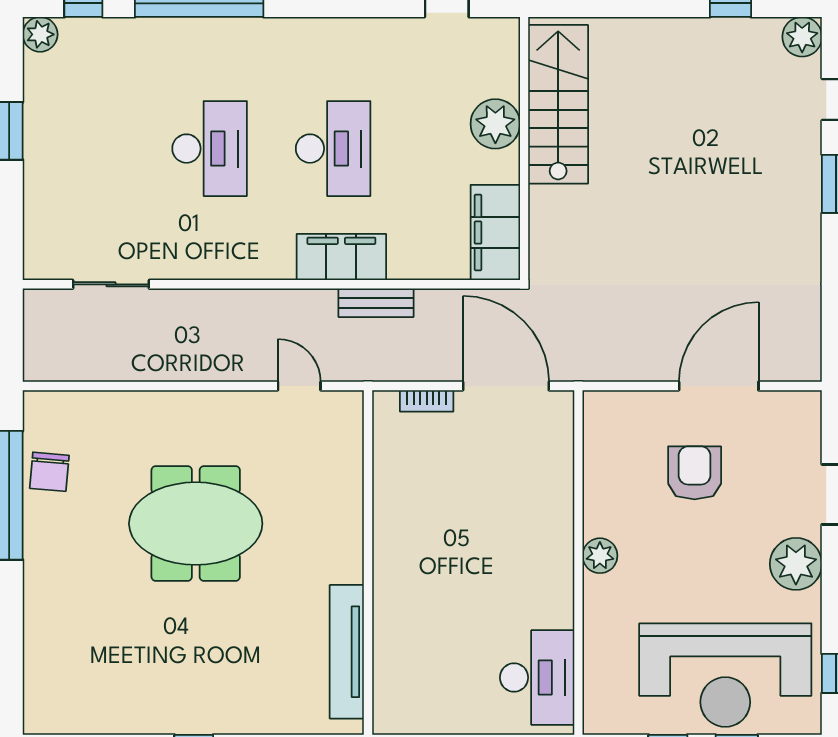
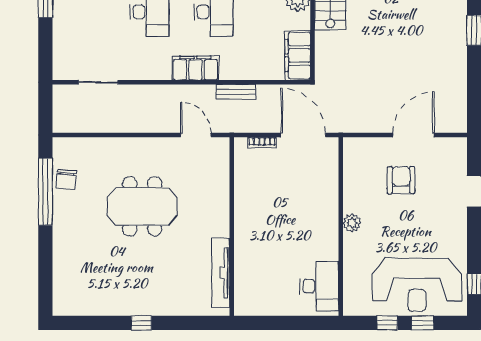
filing cabinet: (341, 257) -> (195, 68), moved
door: (299, 386) -> (196, 135), width x1.38
plant: (796, 564) -> (454, 227), removed

